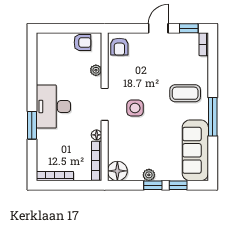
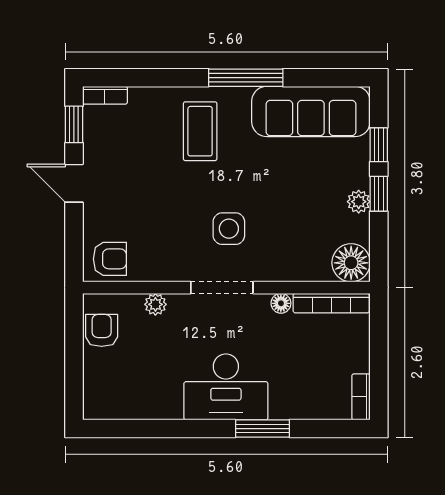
bookcase: (55, 176) -> (361, 397), width x0.64

